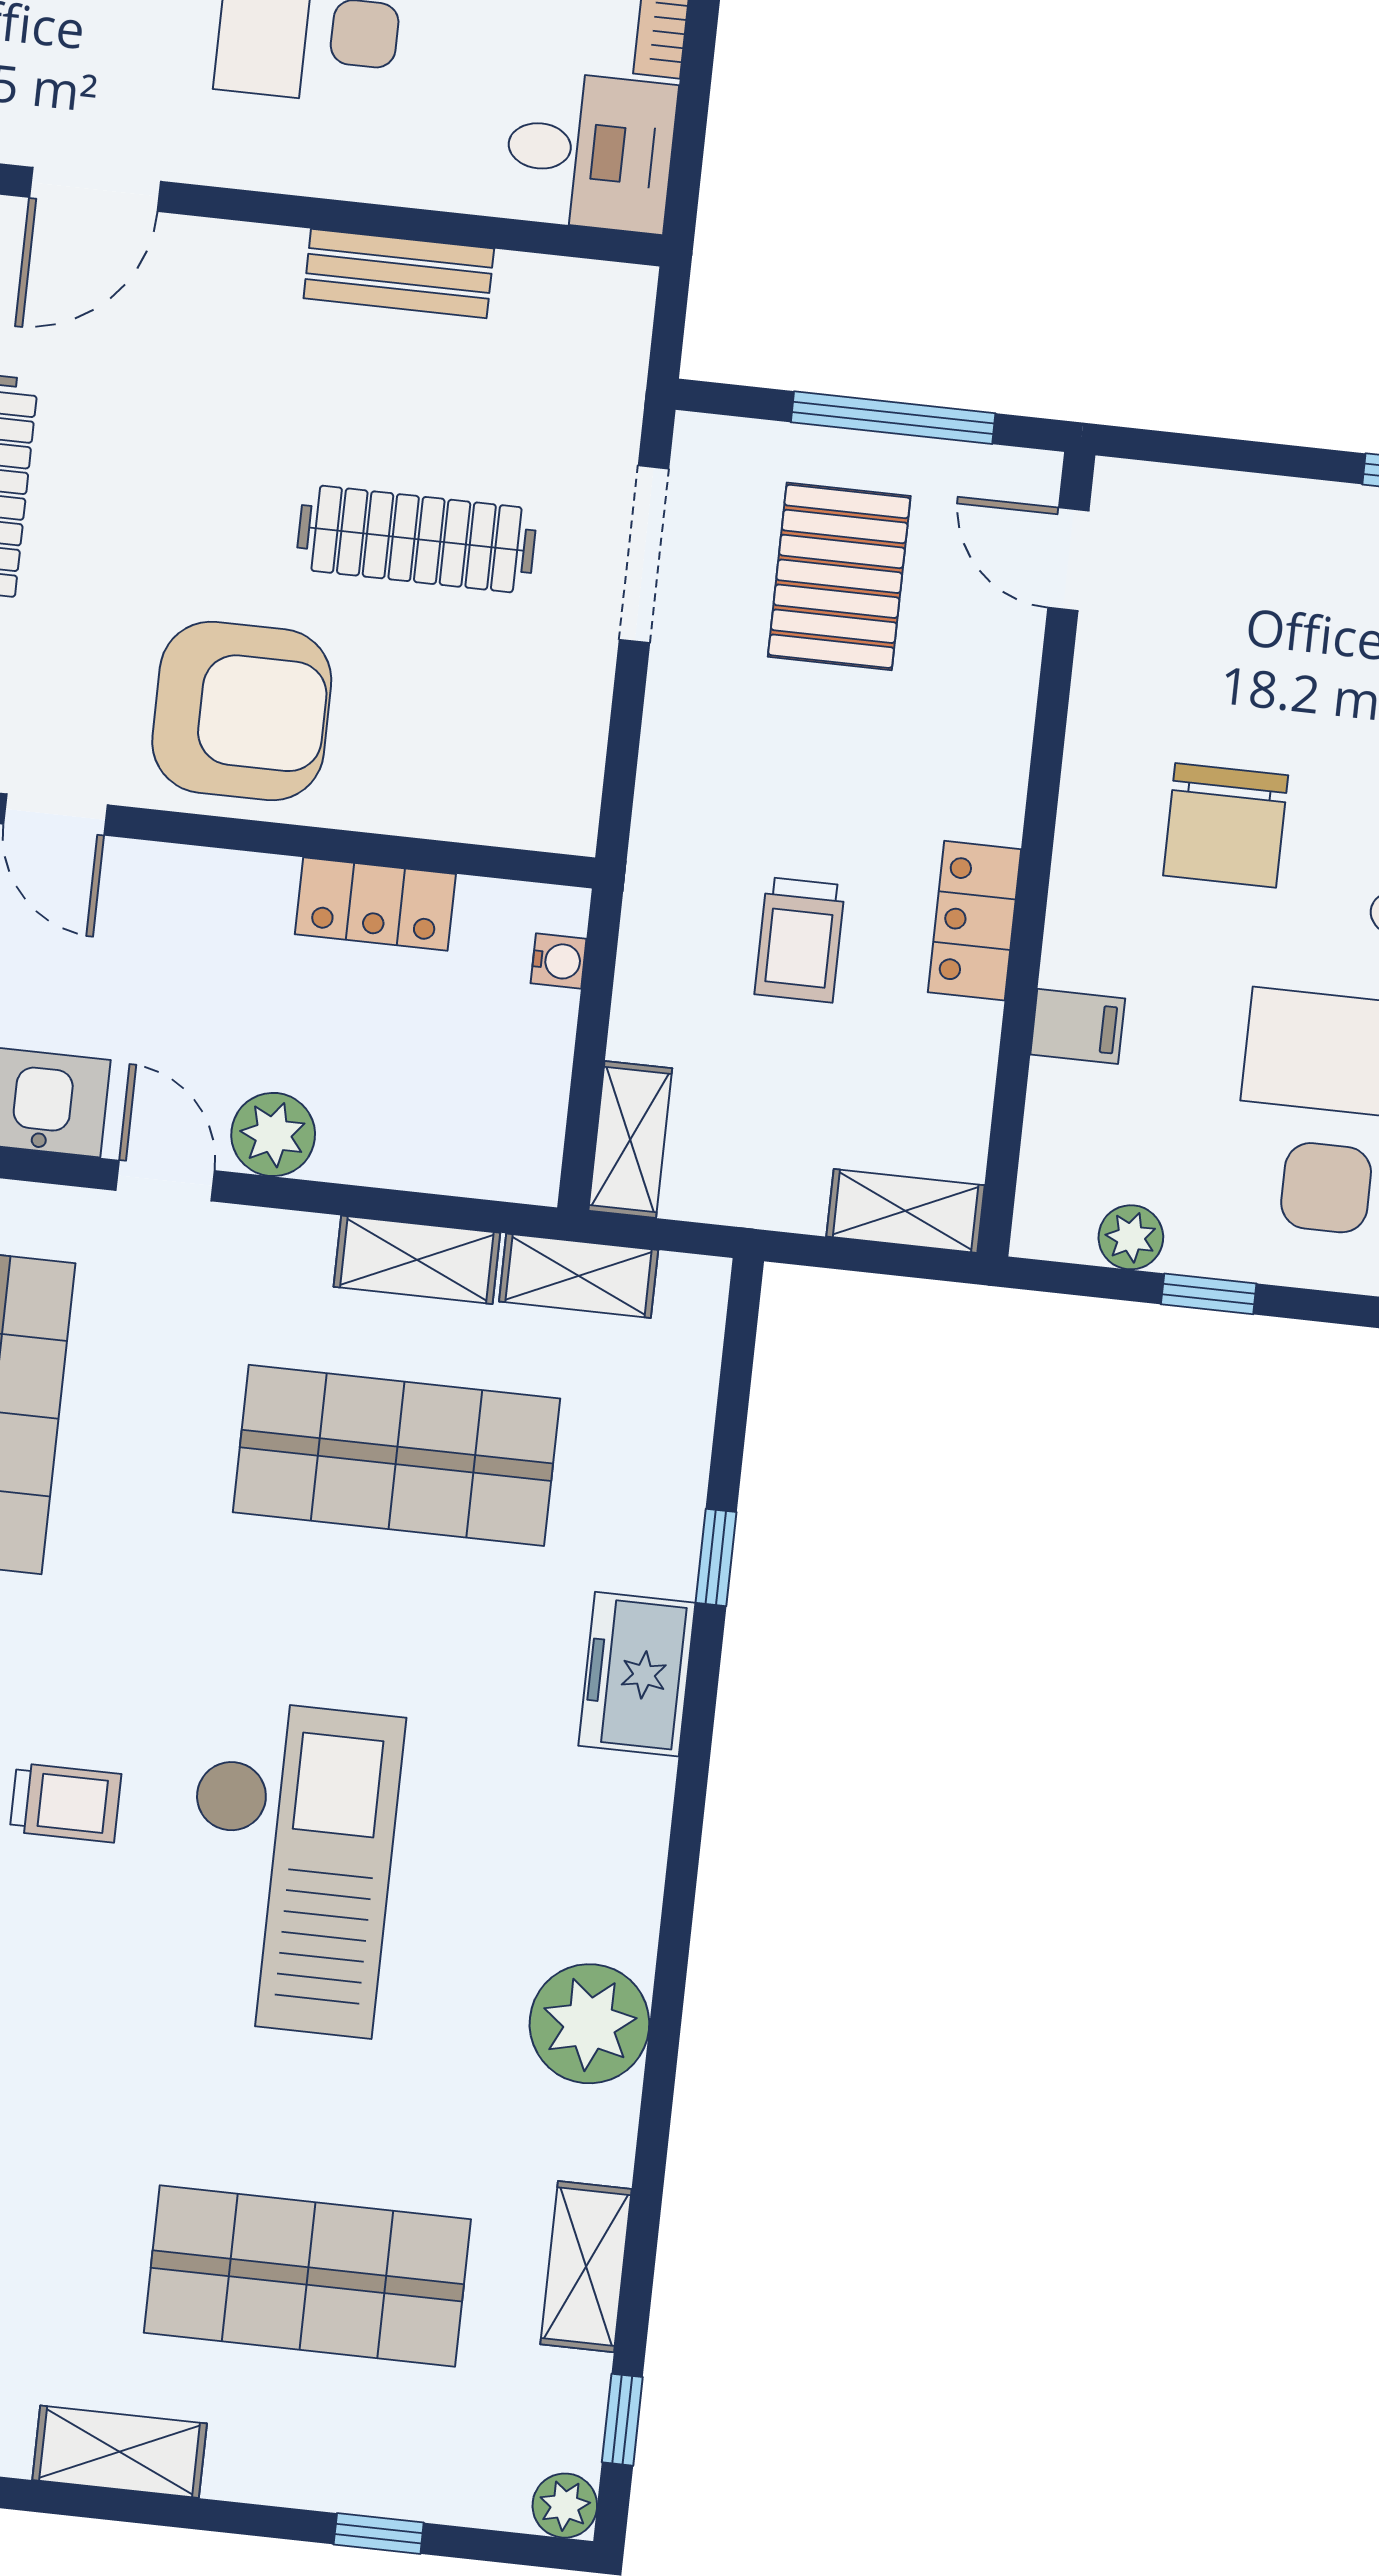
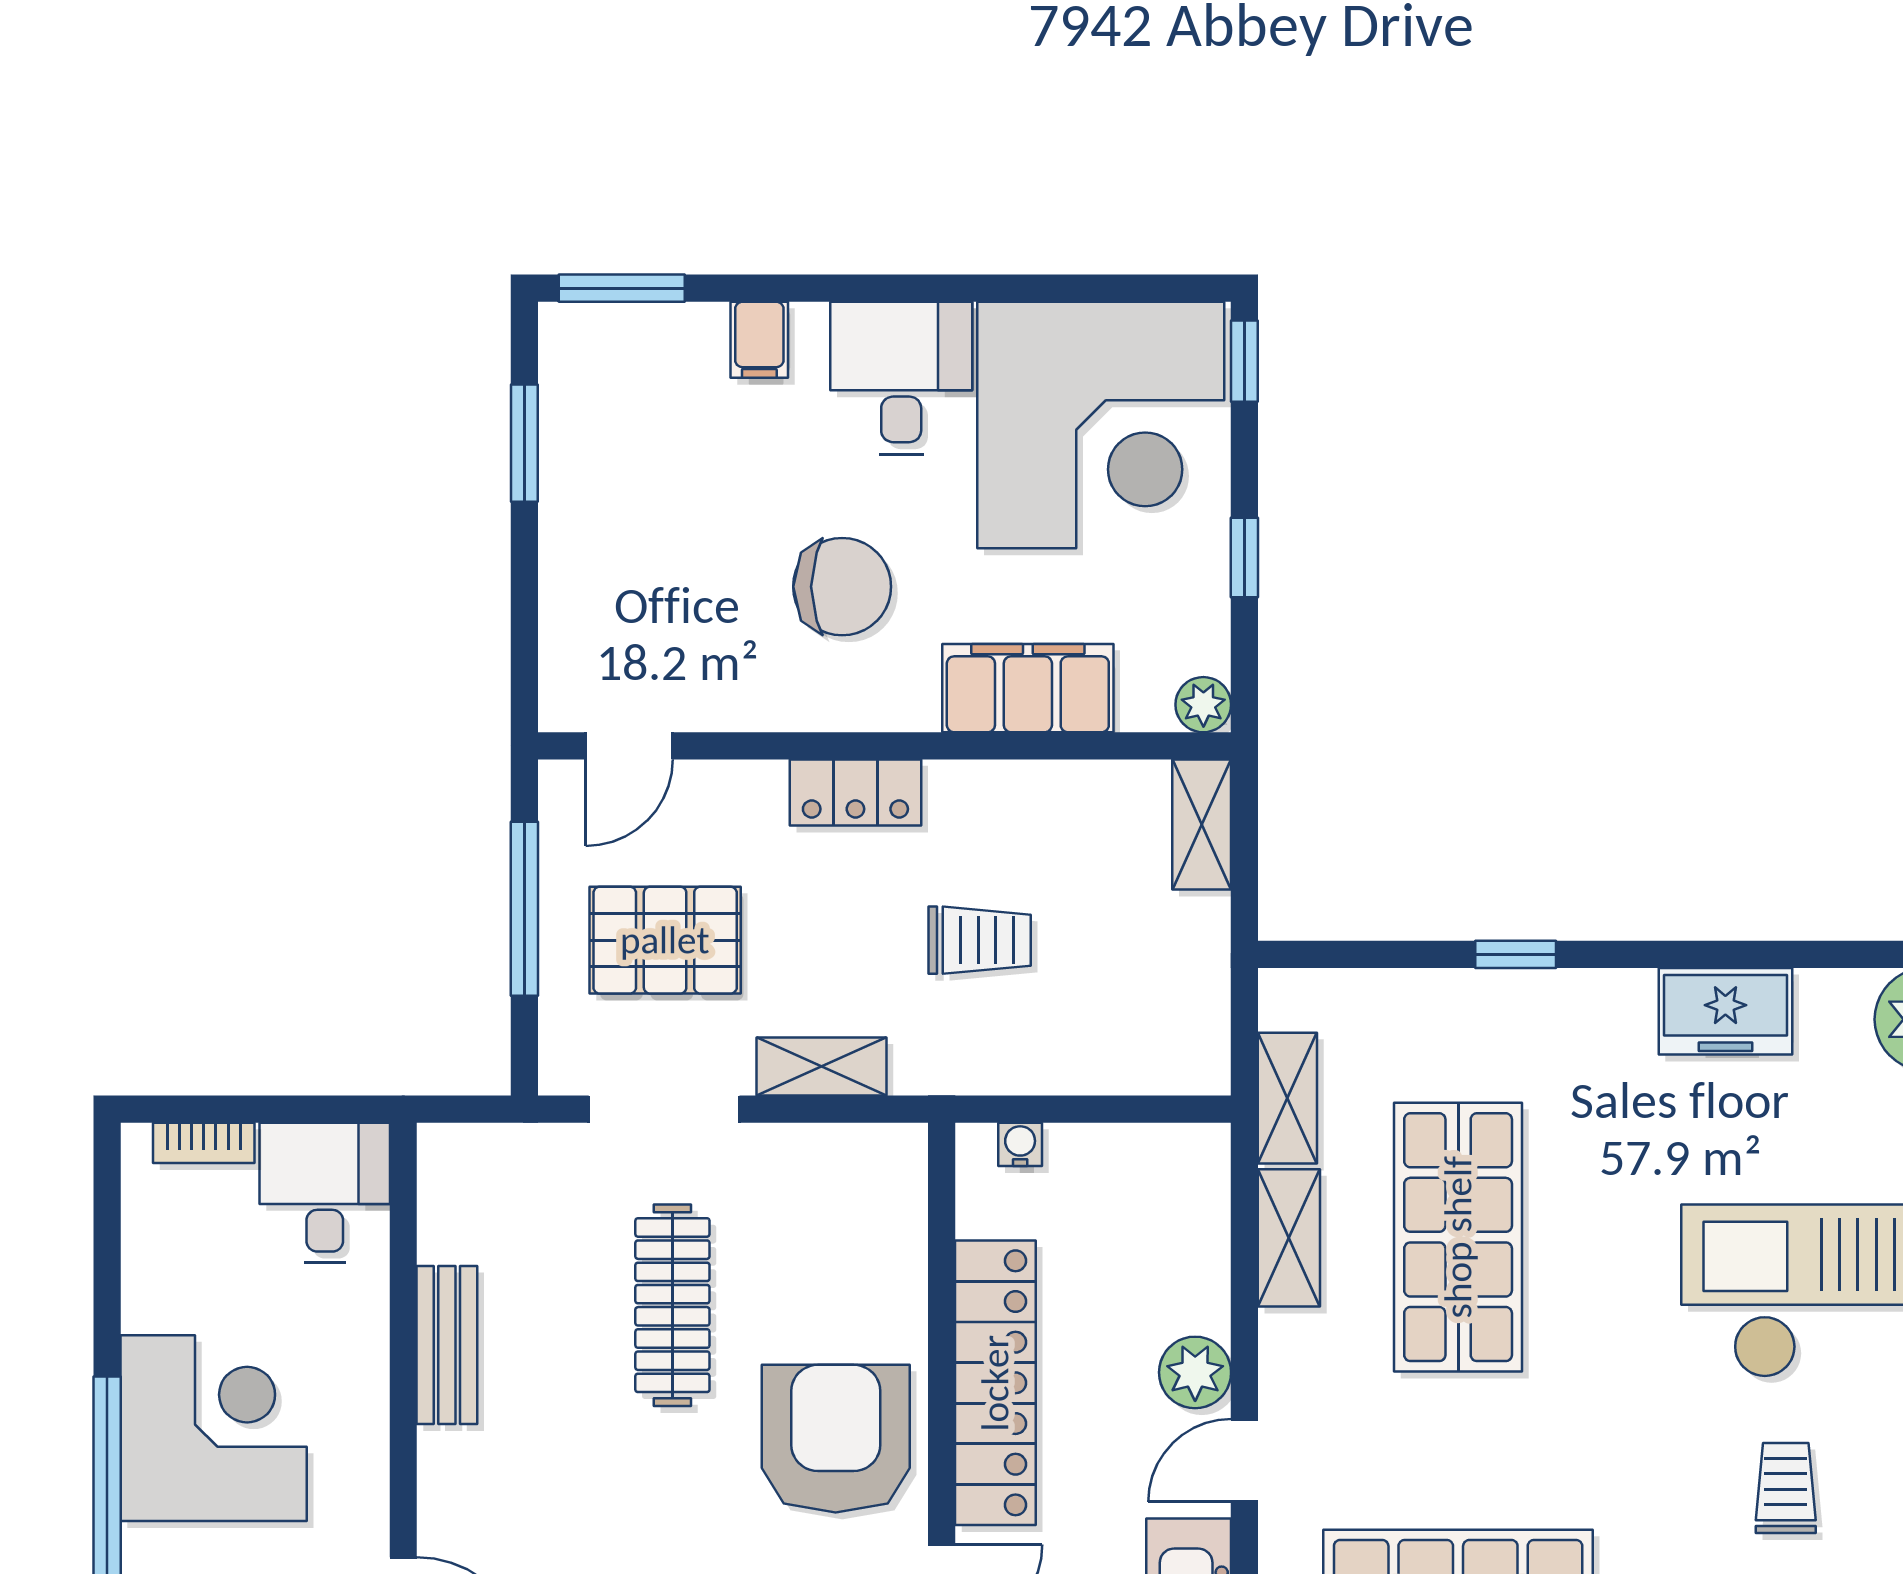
locker: (375, 904) -> (995, 1383), width x2.16, depth x1.21
locker: (975, 921) -> (855, 792), moved
filing cabinet: (1078, 1026) -> (1028, 688), width x3.00, depth x1.17
shelving: (630, 1140) -> (822, 1067), moved
plant: (1131, 1237) -> (1203, 705), moved
freezer: (637, 1674) -> (1725, 1011), moved

